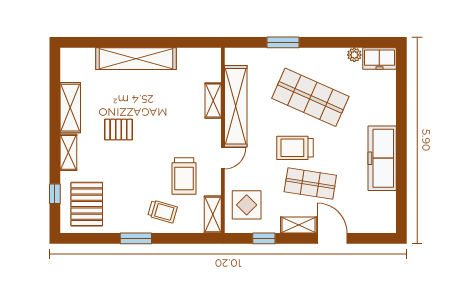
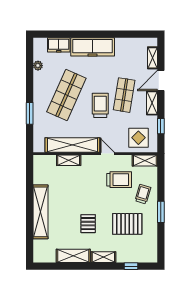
freezer: (379, 58) -> (59, 45), moved, turned 90
trolley: (295, 148) -> (100, 105), turned 180
freezer: (382, 158) -> (93, 47), moved
pallet: (87, 204) -> (127, 224), moved
shelving: (366, 226) -> (153, 58), added

